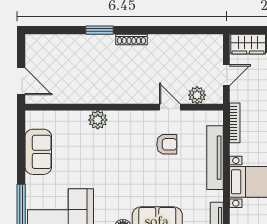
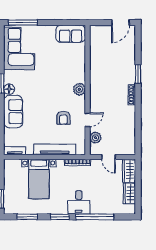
door: (21, 81) -> (120, 23), moved
plant: (98, 120) -> (79, 89), moved
sofa: (38, 152) -> (71, 34), moved

